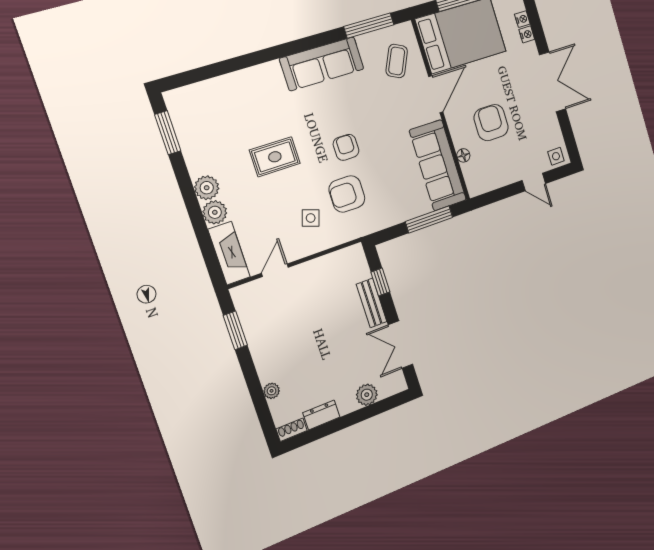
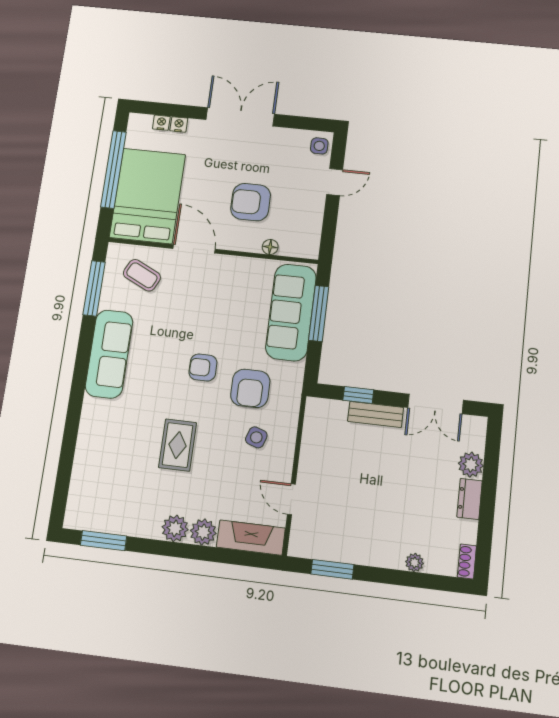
sofa: (438, 165) -> (291, 312), moved, turned 90
dresser: (321, 415) -> (470, 499), moved

